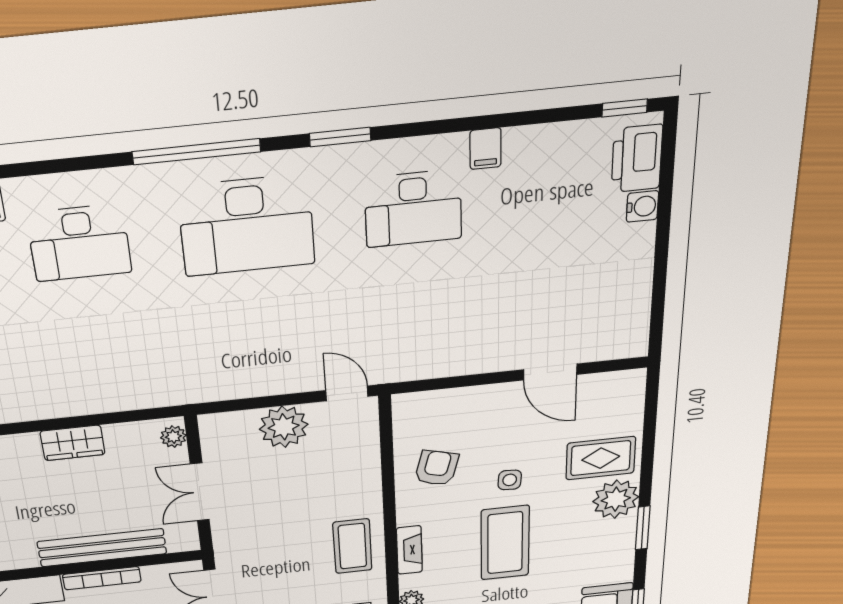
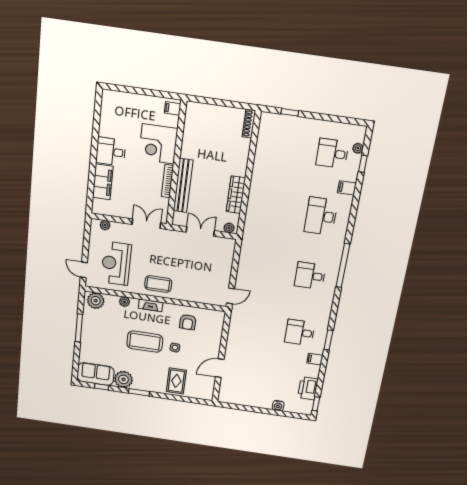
window: (340, 137) -> (328, 340), moved
printer: (637, 159) -> (308, 388), moved, turned -90
desk: (413, 208) -> (300, 332), width x0.73
desk: (247, 226) -> (310, 276), width x0.53, depth x0.77
plant: (284, 427) -> (222, 270), removed
wardrobe: (73, 443) -> (236, 195), width x1.50
armchair: (437, 468) -> (188, 322), turned 75
plant: (616, 499) -> (123, 379), moved

